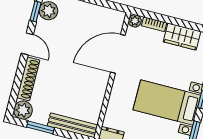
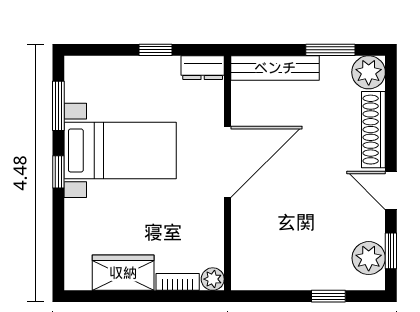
door: (118, 54) -> (228, 162), moved

